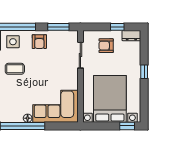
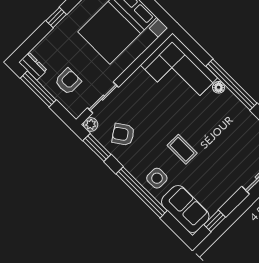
window: (117, 27) -> (38, 89), width x2.17
plant: (73, 35) -> (91, 124), added
armchair: (39, 42) -> (123, 134), moved, turned -124
armchair: (106, 46) -> (68, 81), turned -90

